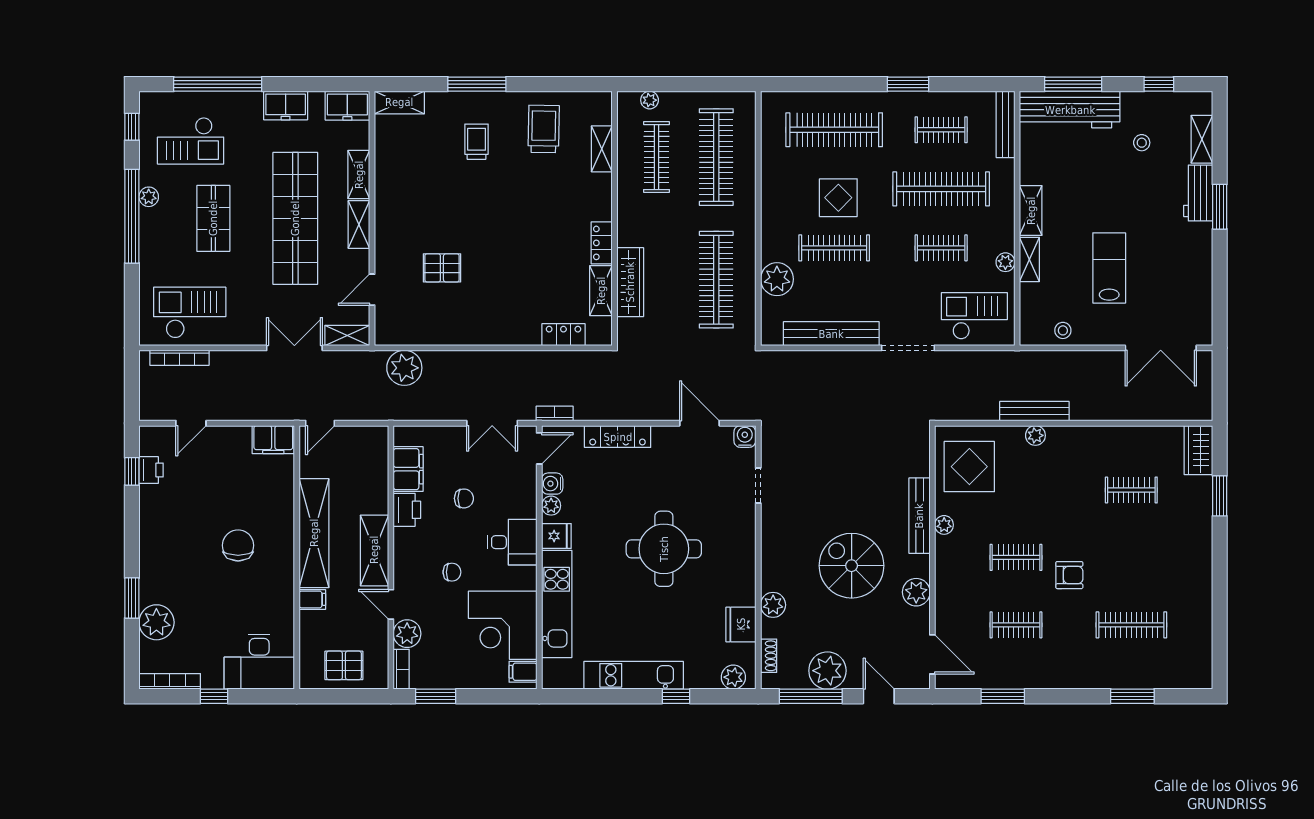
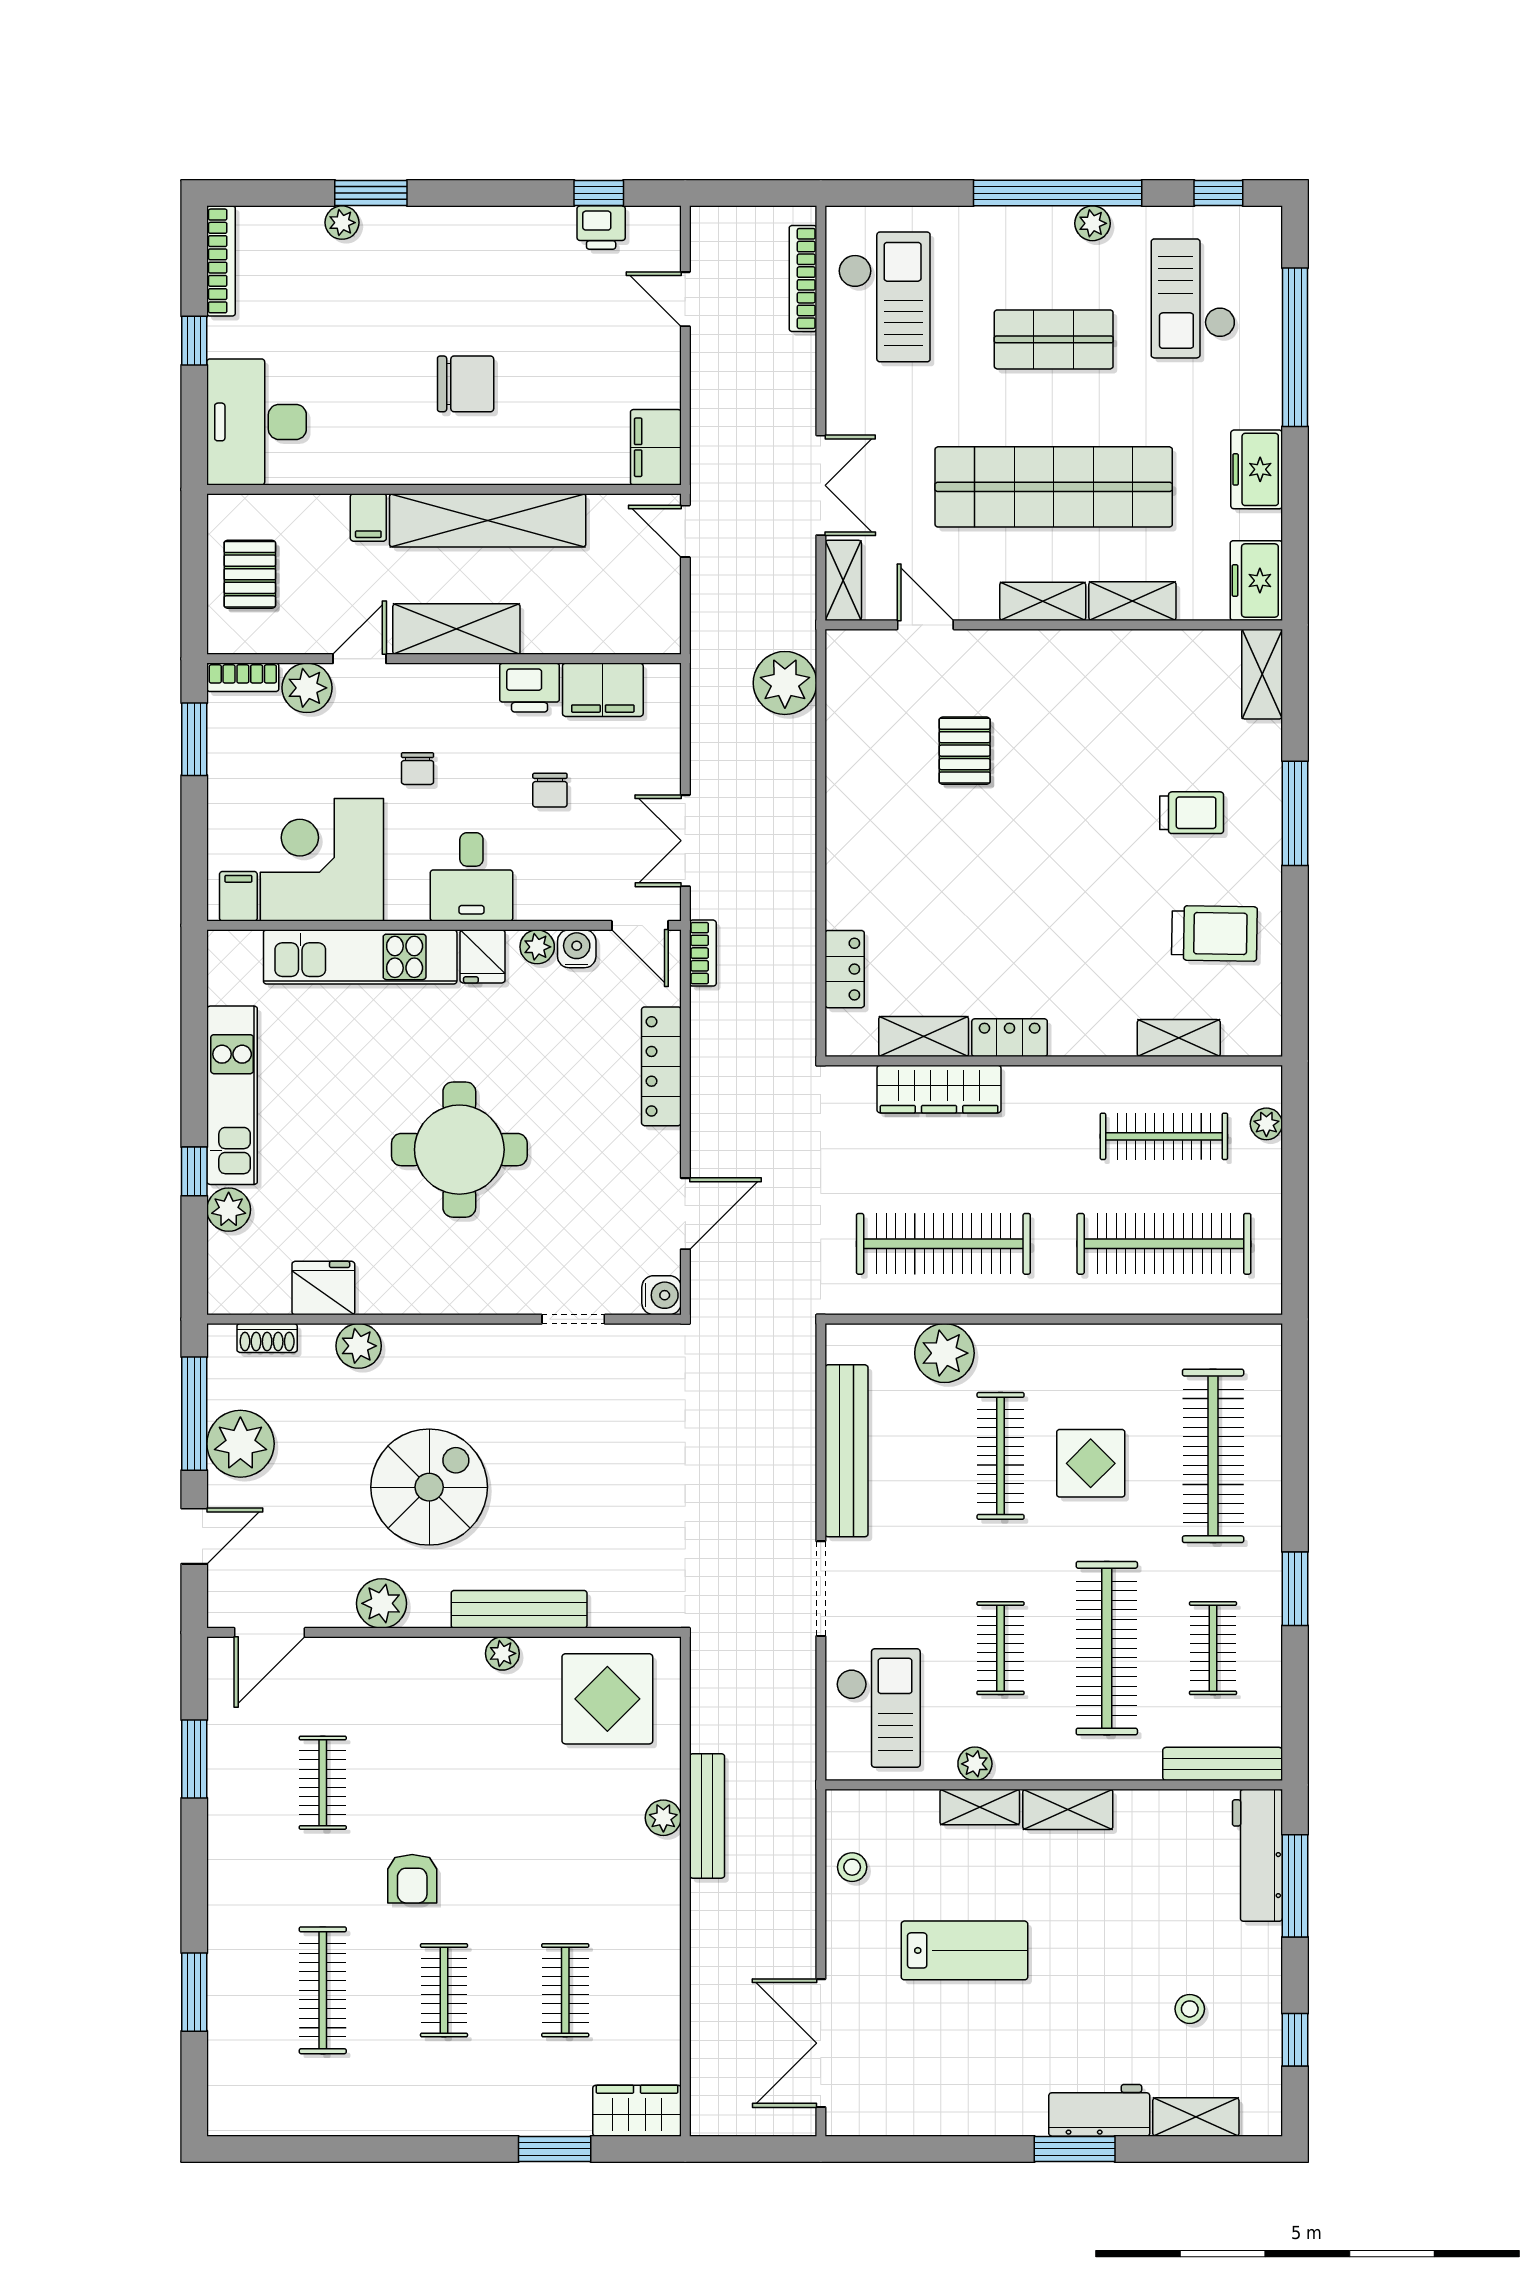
workbench: (1070, 110) -> (1257, 1855), width x0.73, depth x0.76
clothes rail: (1016, 557) -> (444, 1990), moved
plant: (156, 622) -> (342, 223), width x0.53, depth x0.53
plant: (733, 677) -> (229, 1210), moved

